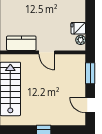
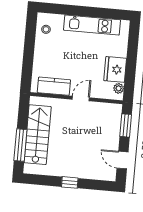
fridge: (78, 28) -> (115, 69), width x1.88, depth x1.34
door: (47, 52) -> (81, 98), swing flipped

